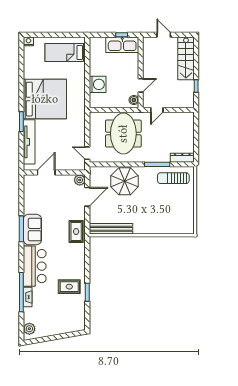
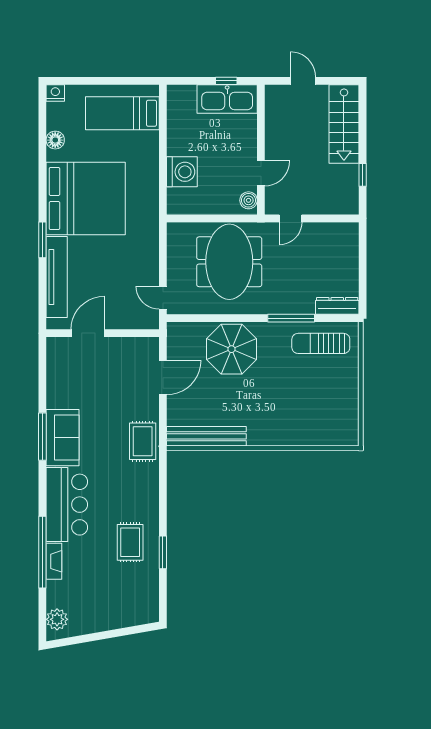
floor lamp: (28, 67) -> (55, 140), added
plant: (80, 180) -> (149, 347), removed
rug: (69, 287) -> (130, 542), turned 90

